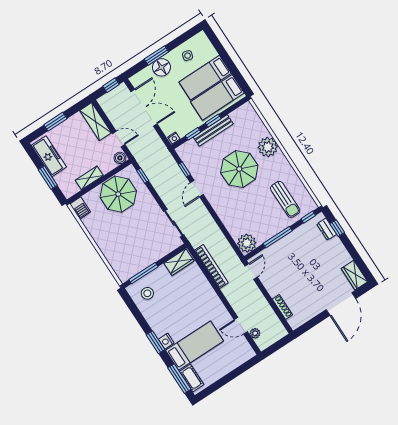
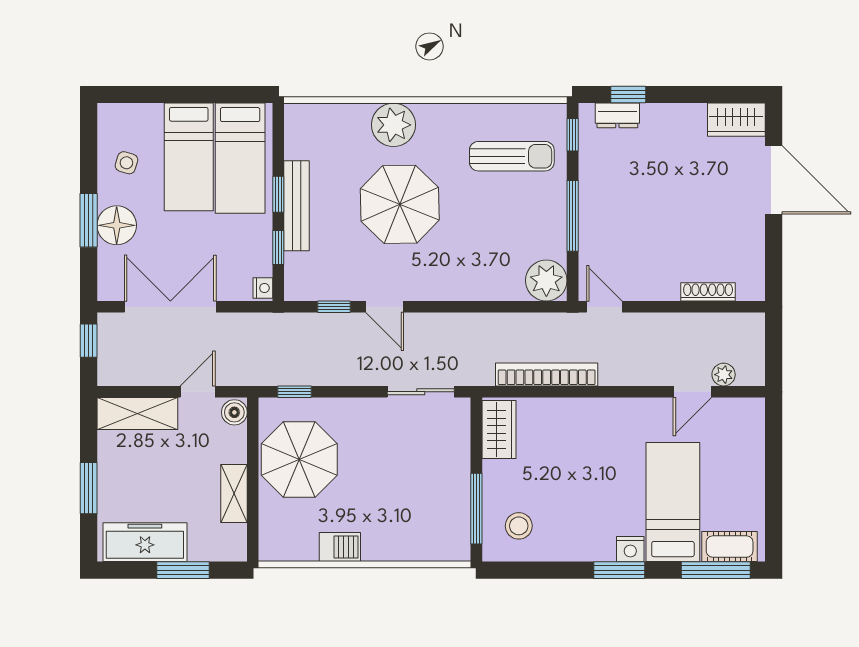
barbecue: (80, 208) -> (340, 547), moved

